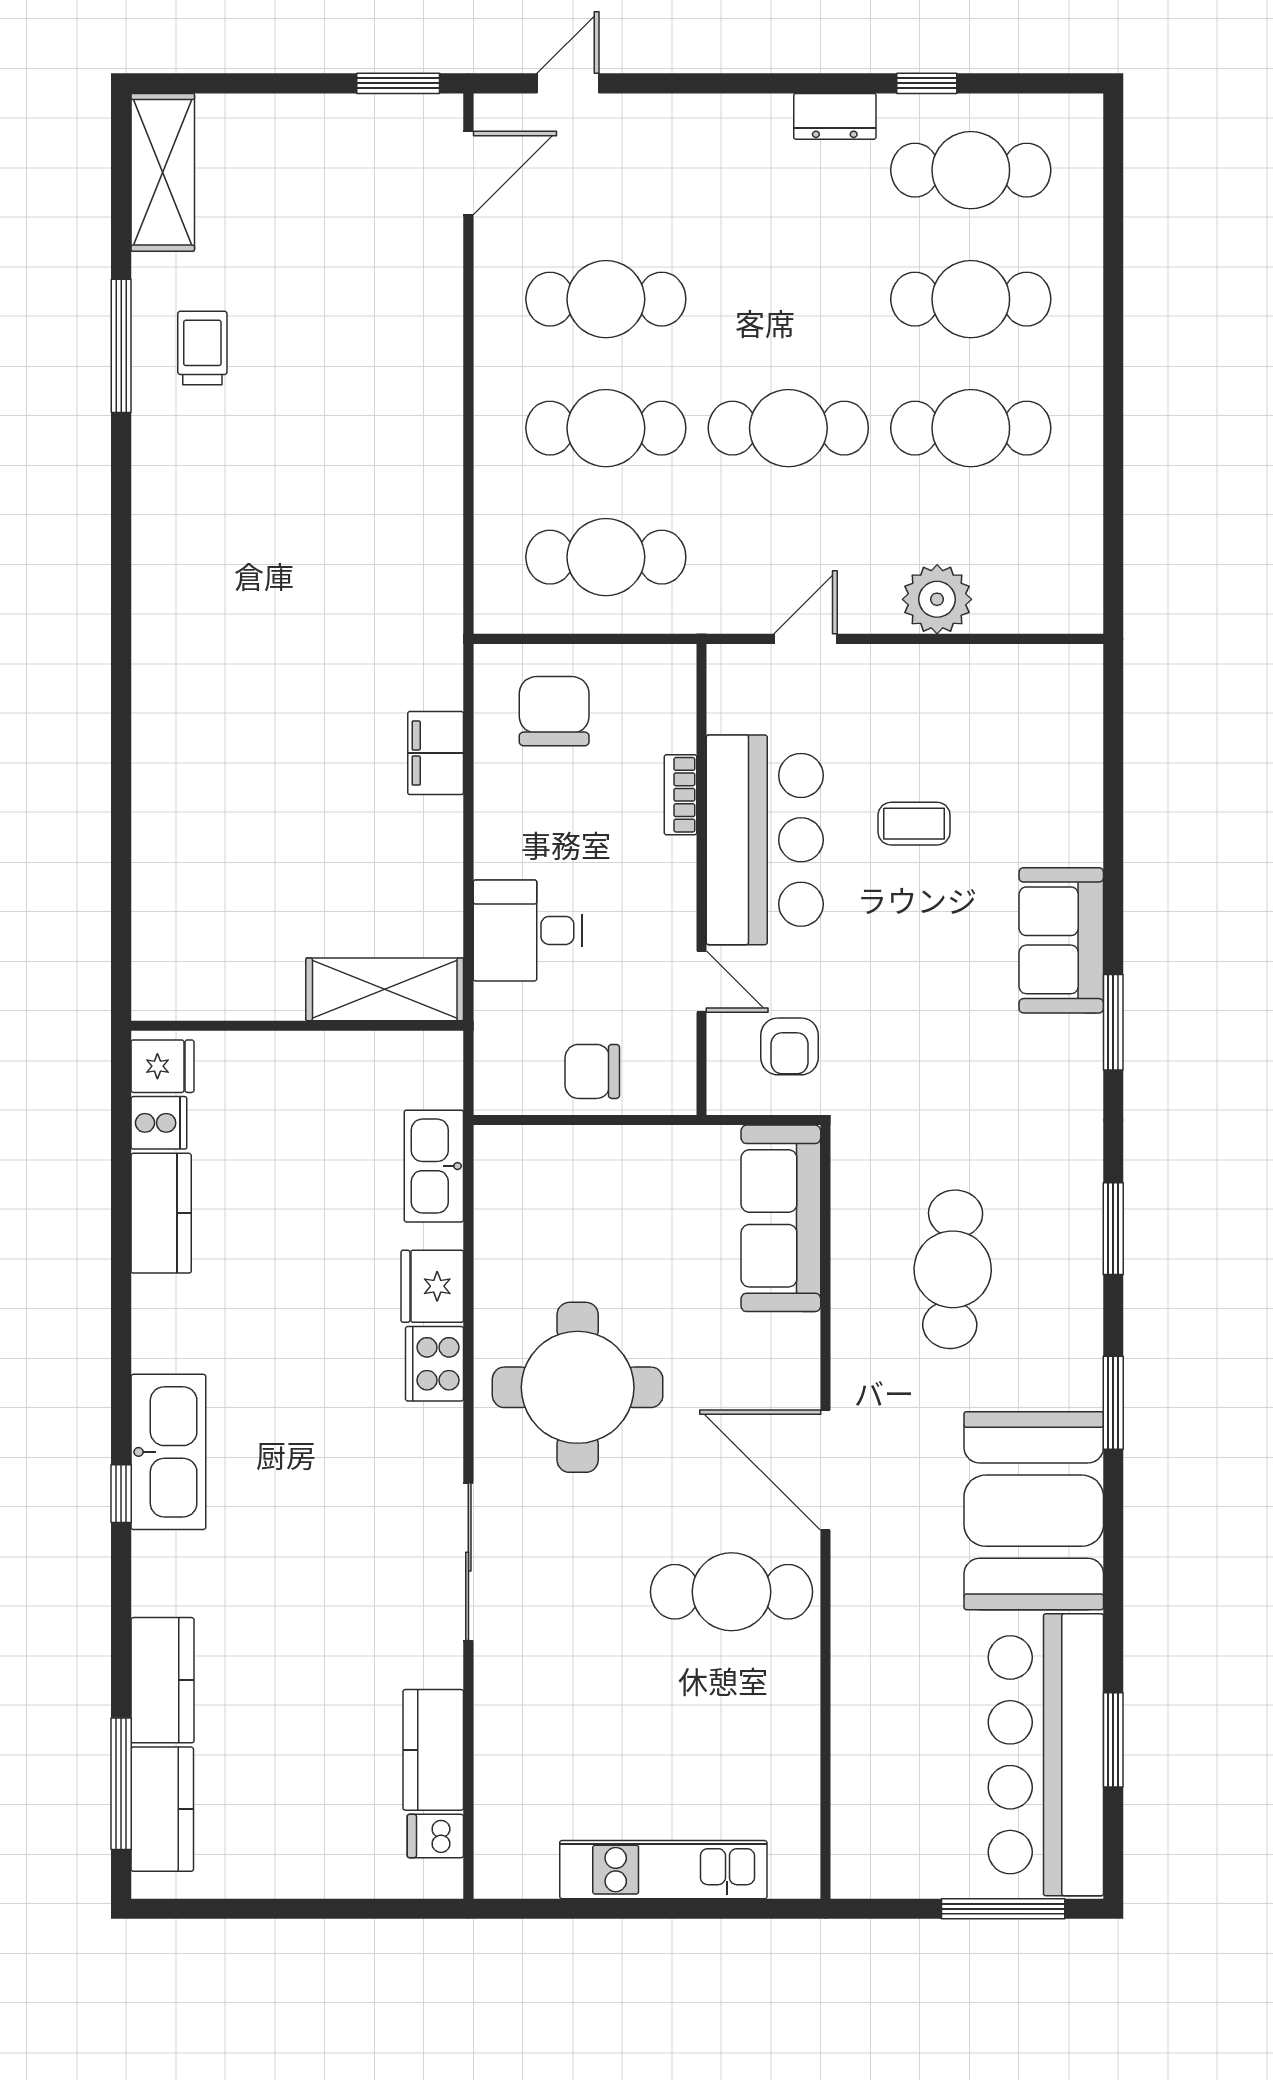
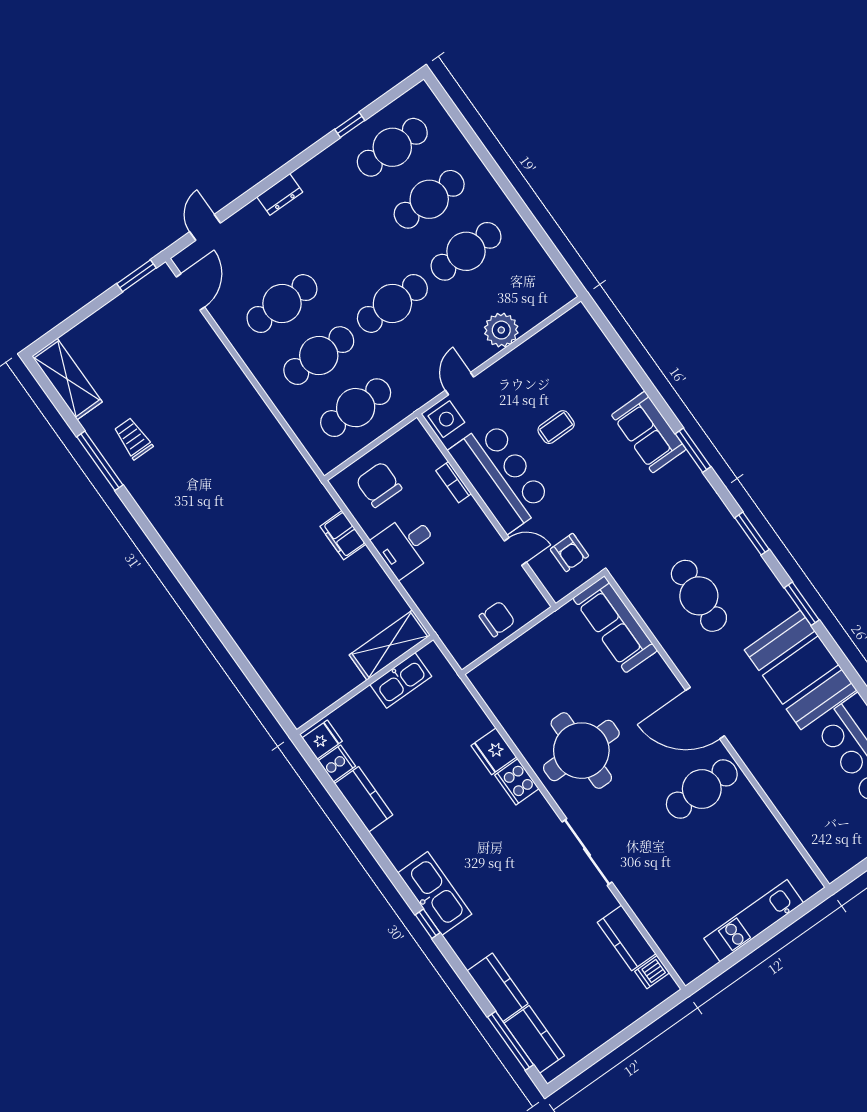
dresser: (835, 116) -> (280, 194), moved
side table: (742, 682) -> (446, 419), added
desk: (528, 930) -> (406, 545), moved
chair: (592, 1071) -> (497, 619), turned 180
kitchen sink: (434, 1166) -> (401, 680), moved, turned -90

